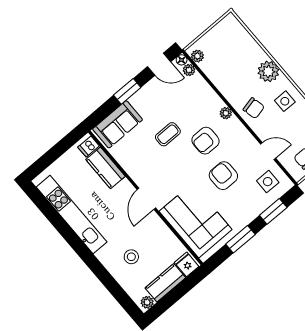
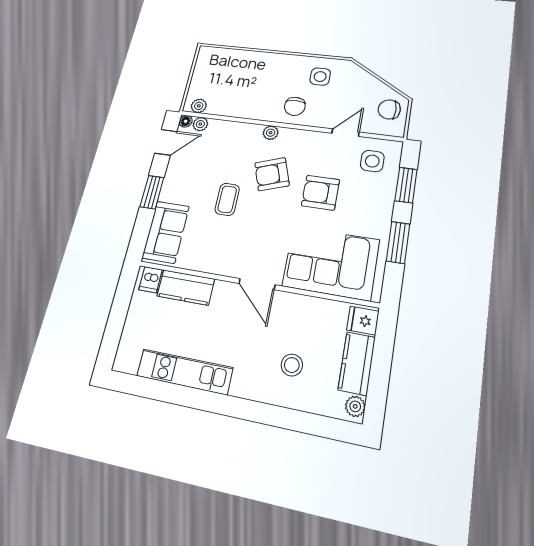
plant: (268, 71) -> (280, 65), removed
chair: (254, 108) -> (295, 106), turned 103
armchair: (205, 141) -> (272, 174), turned 71
kitchen unit: (72, 214) -> (185, 372), width x0.73

